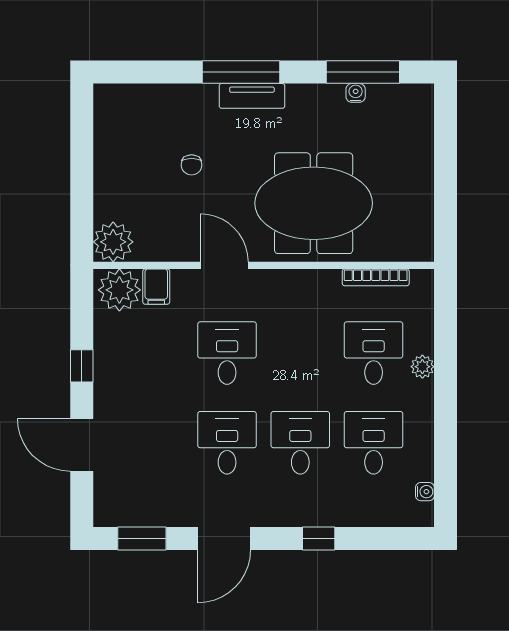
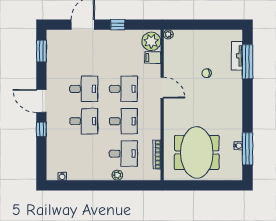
window: (241, 72) -> (248, 62), moved
tv unit: (252, 96) -> (237, 56), moved
meeting table: (314, 203) -> (197, 152), moved
plant: (113, 242) -> (168, 34), width x0.53, depth x0.53
door: (224, 265) -> (162, 88), hinge flipped
desk: (374, 443) -> (123, 121), moved
door: (224, 539) -> (41, 101), moved

